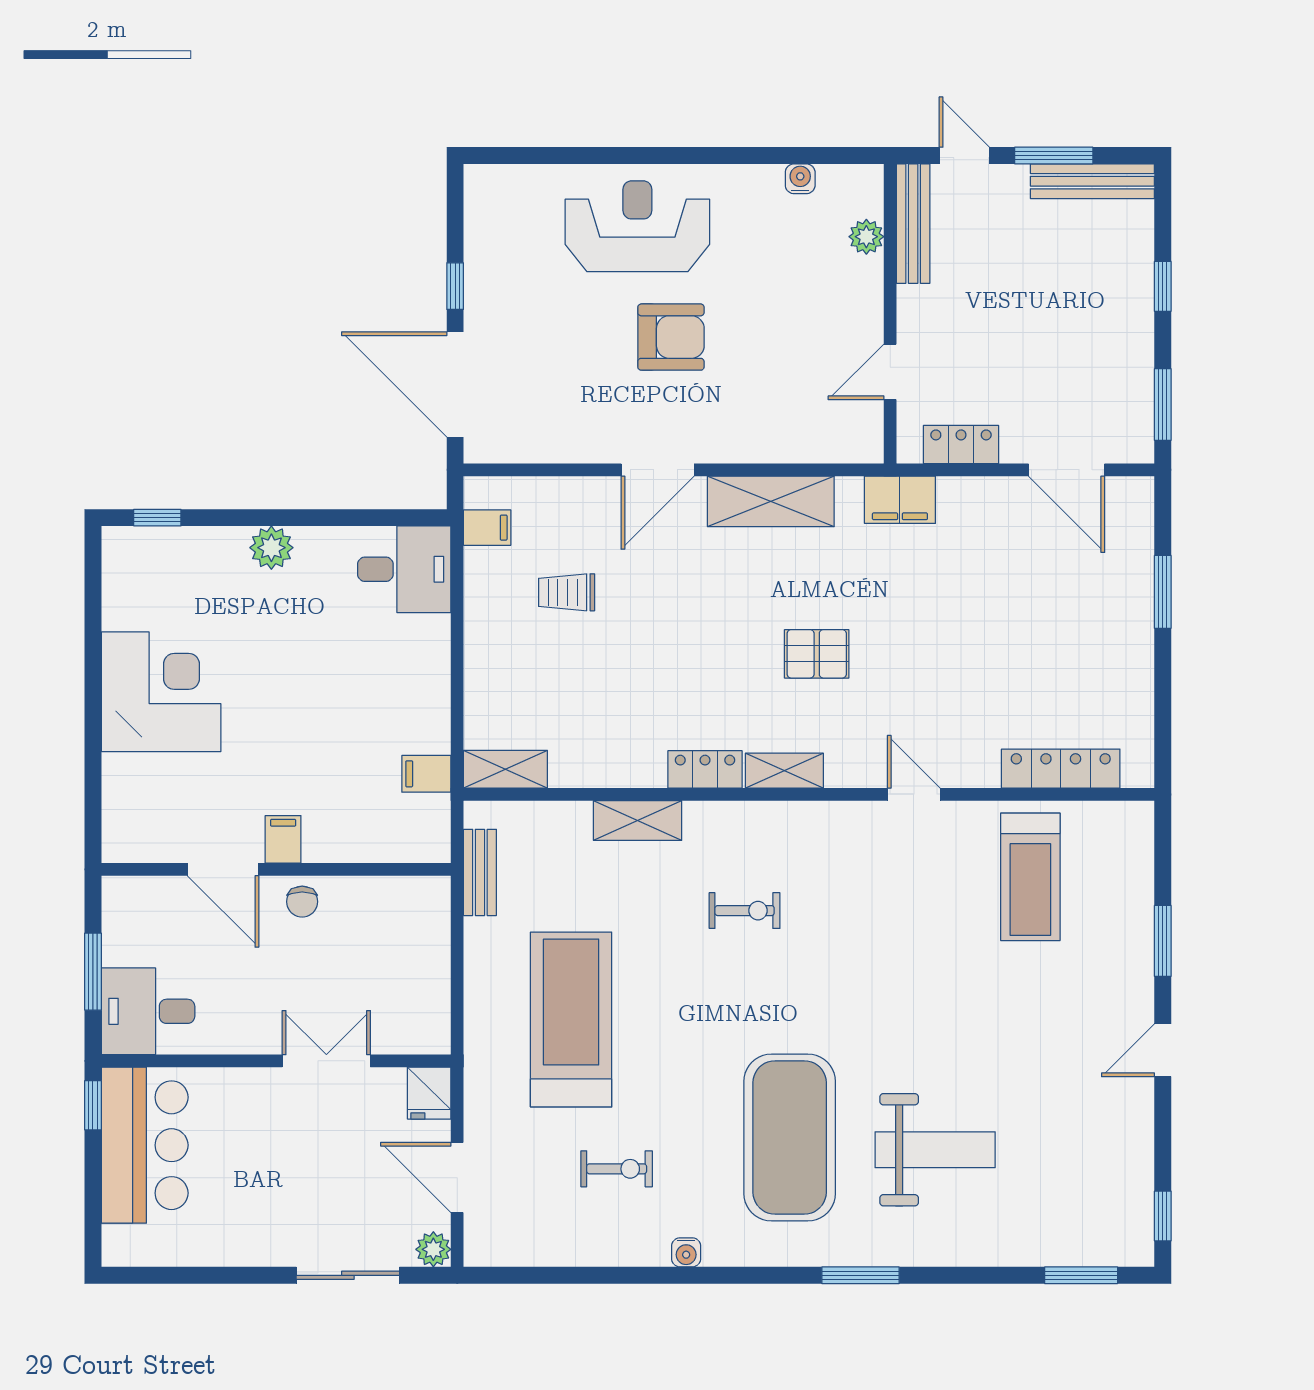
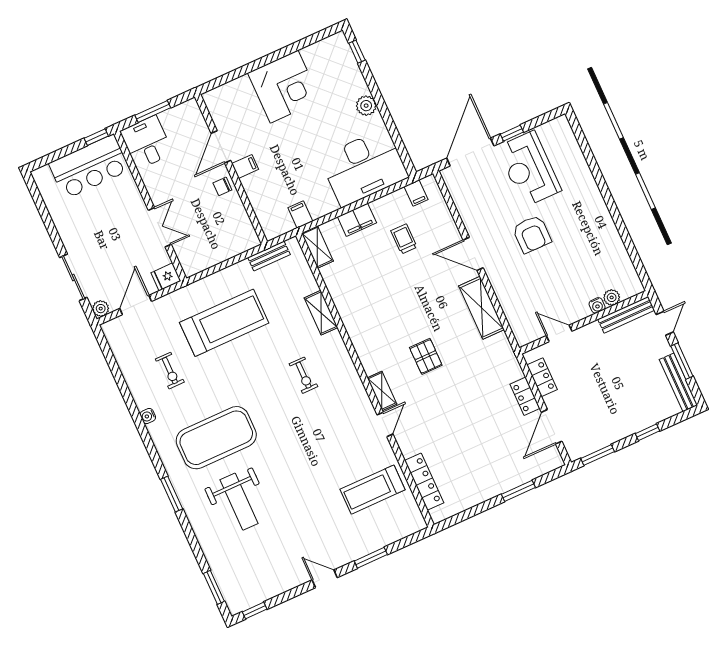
water cooler: (800, 179) -> (597, 305), moved, turned 90
reception desk: (637, 226) -> (529, 169), moved, turned 180
filing cabinet: (900, 500) -> (357, 220), moved, turned -90
desk: (404, 569) -> (364, 167), width x1.87, depth x1.30
locker: (705, 769) -> (525, 396), moved, turned 180
shelving: (784, 771) -> (382, 391), moved

